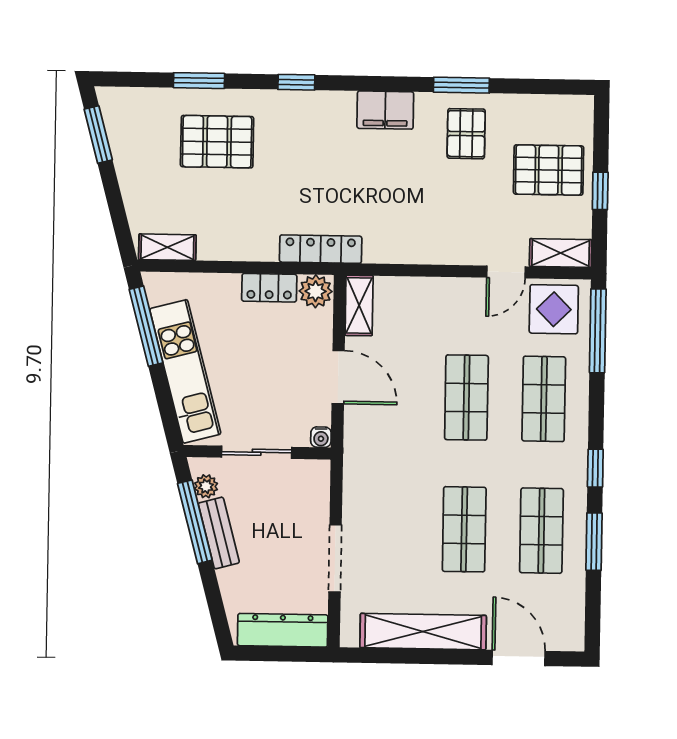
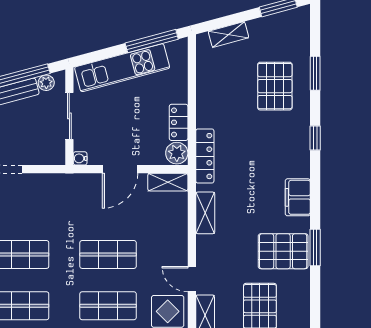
pallet: (466, 134) -> (283, 251), width x1.50, depth x1.42
shelving: (167, 247) -> (228, 35), moved, turned 75
shelving: (406, 250) -> (205, 213), added

